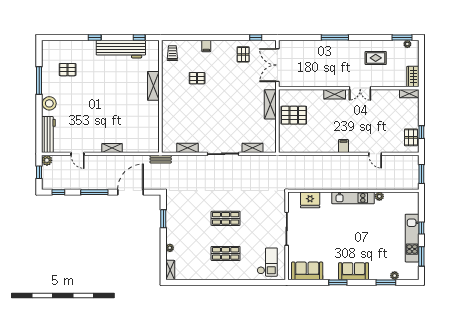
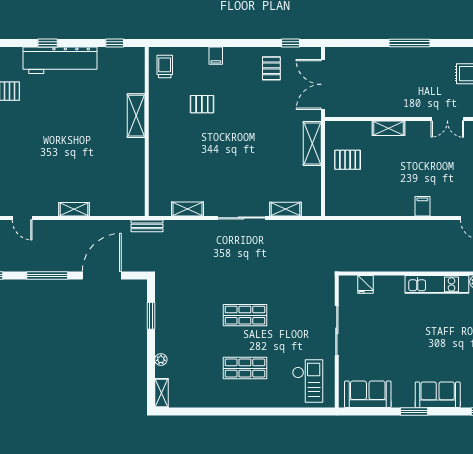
workbench: (121, 49) -> (60, 60), moved
shelving: (335, 94) -> (388, 128), moved
pallet: (294, 115) -> (348, 160), width x0.67, depth x0.71
fridge: (310, 200) -> (365, 284), width x0.53, depth x0.75

